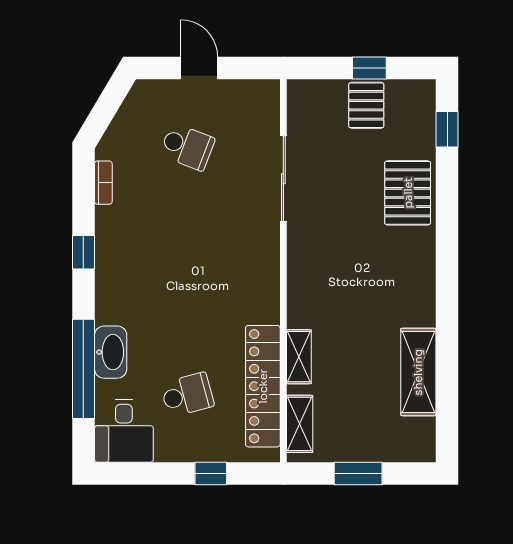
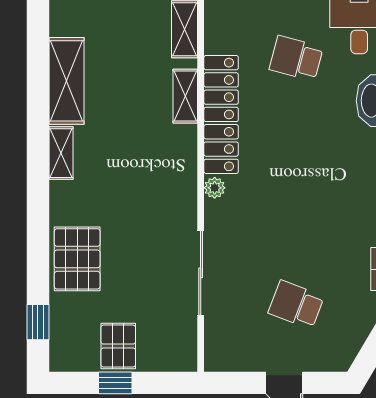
plant: (269, 264) -> (215, 188), added
shelving: (424, 299) -> (61, 153), added
locker: (263, 386) -> (221, 114), moved
school desk: (187, 395) -> (296, 58), turned 30

